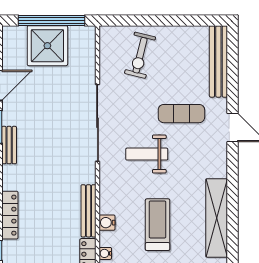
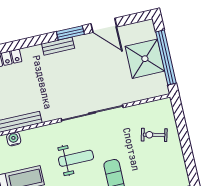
exercise bike: (140, 55) -> (154, 135), width x0.73, depth x0.72
weight bench: (147, 154) -> (76, 158), turned 90

